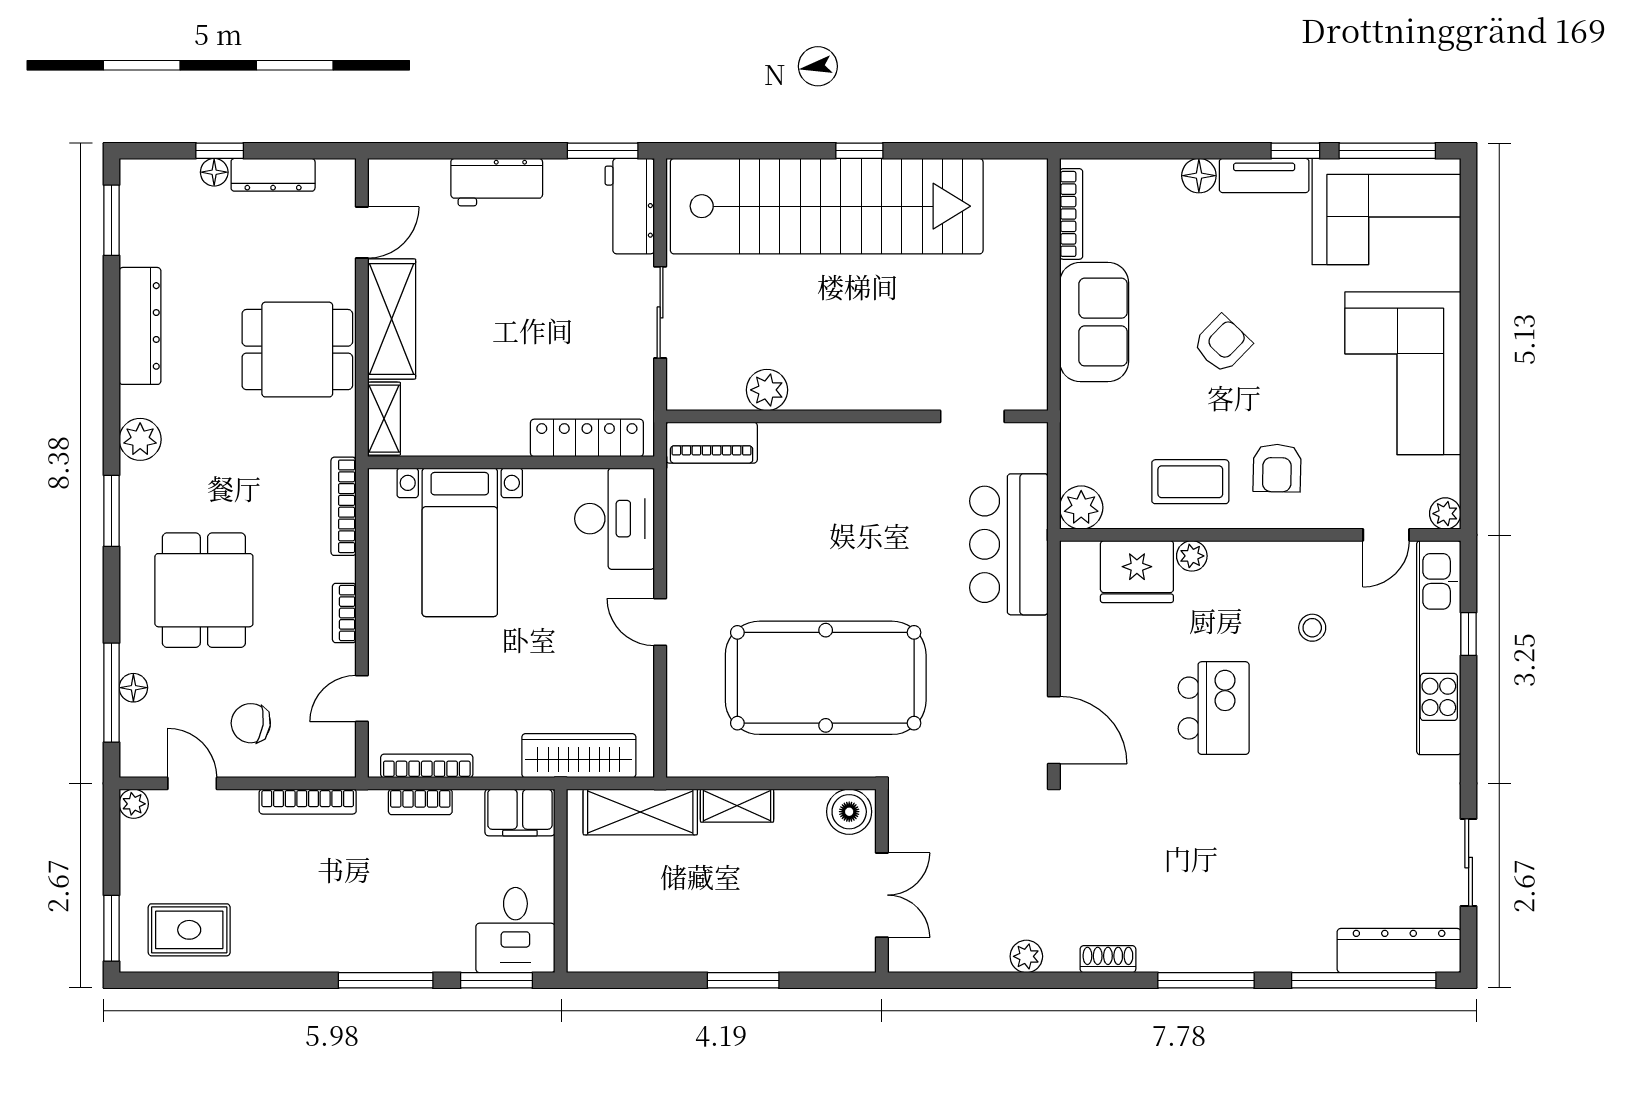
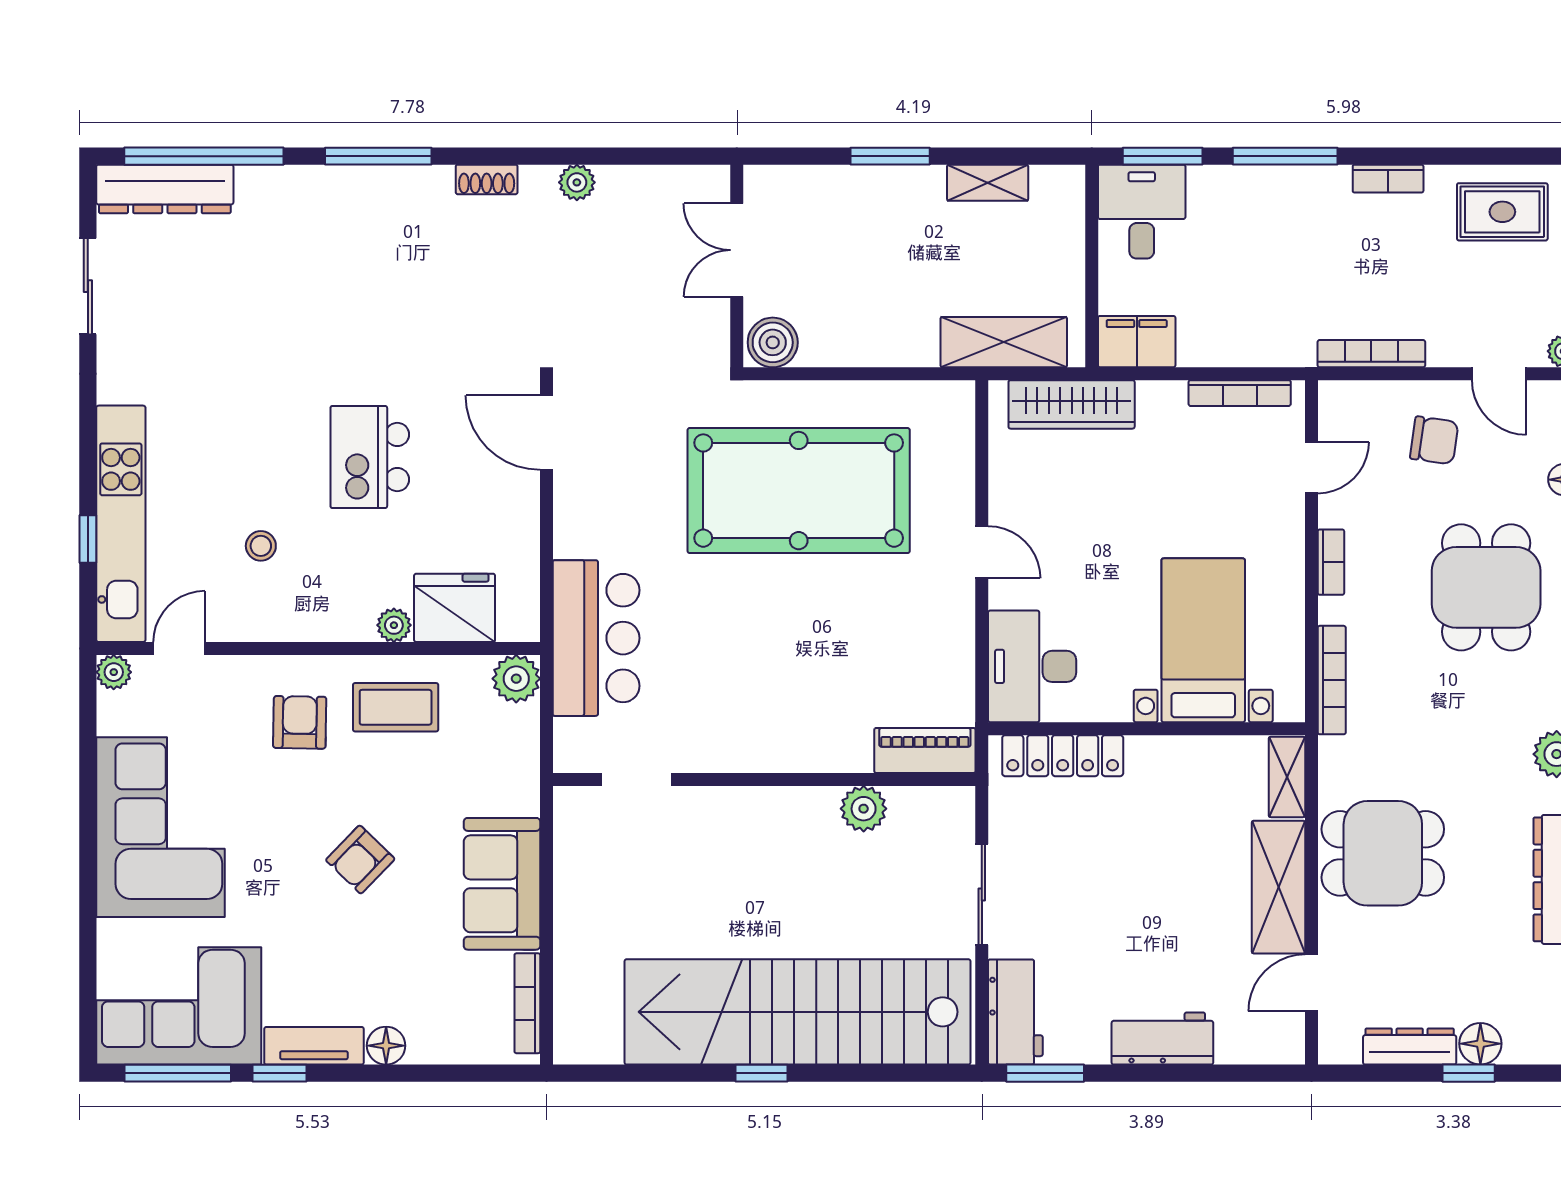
floor lamp: (214, 172) -> (1480, 1044), width x1.37, depth x1.37
bookcase: (420, 802) -> (1388, 179), moved, turned 180
shelving: (737, 806) -> (988, 183), moved

